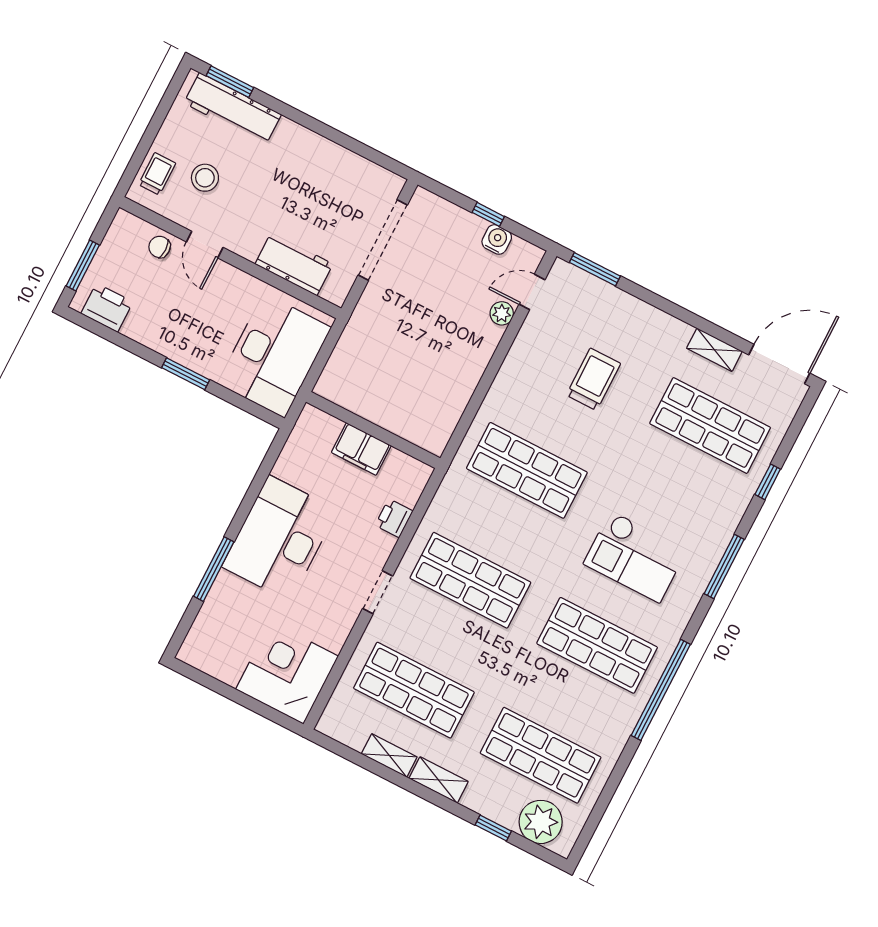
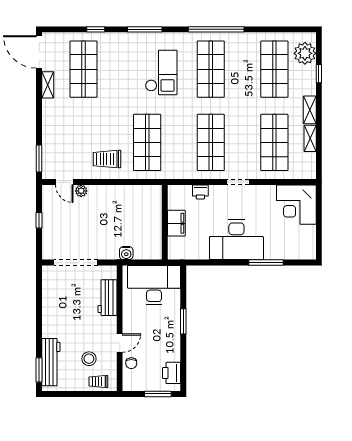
water cooler: (497, 239) -> (126, 253), moved, turned -90
trolley: (593, 379) -> (107, 159), moved

